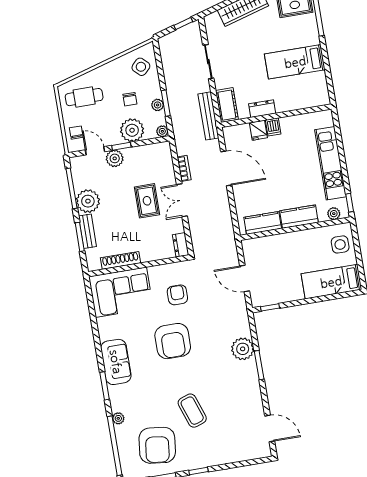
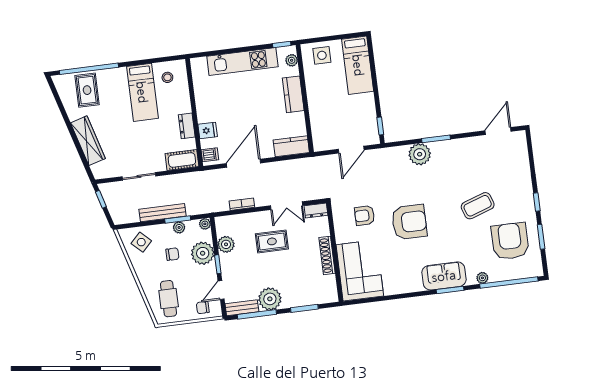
stool: (311, 87) -> (167, 77), added
bench: (208, 116) -> (163, 213), moved
dishwasher: (273, 127) -> (210, 155), moved
plant: (115, 158) -> (226, 244), moved
double door: (182, 200) -> (286, 206), moved
kitchen counter: (263, 223) -> (291, 146), moved, turned 90
bench: (87, 231) -> (242, 308), moved
shoe rack: (120, 260) -> (327, 255), moved
sofa: (116, 362) -> (444, 276), moved
armchair: (157, 445) -> (510, 241), turned -97

